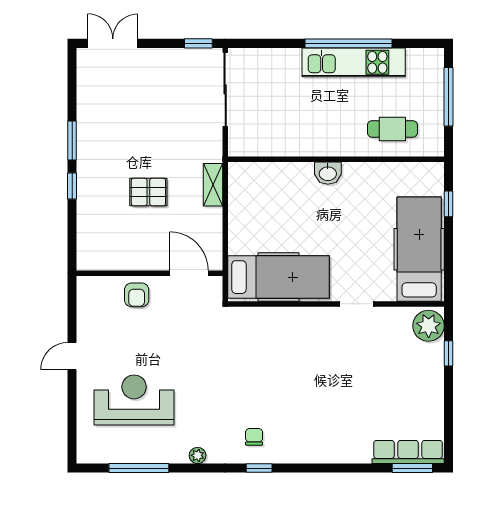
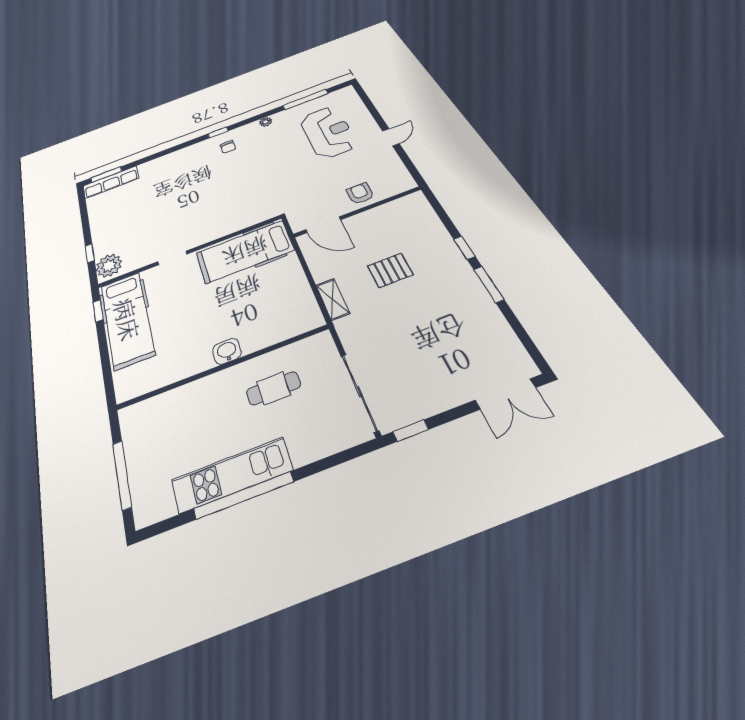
cafe table: (392, 129) -> (273, 388), moved
window: (448, 204) -> (98, 311), moved
reception desk: (134, 400) -> (328, 132), turned -90

